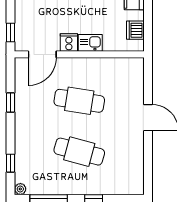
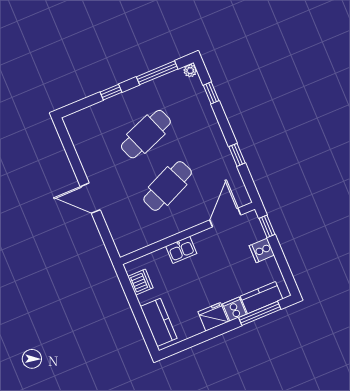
cooker: (69, 42) -> (262, 250), moved, turned 90
cafe table: (79, 101) -> (168, 186), turned -33
cafe table: (79, 152) -> (146, 134), turned -36

